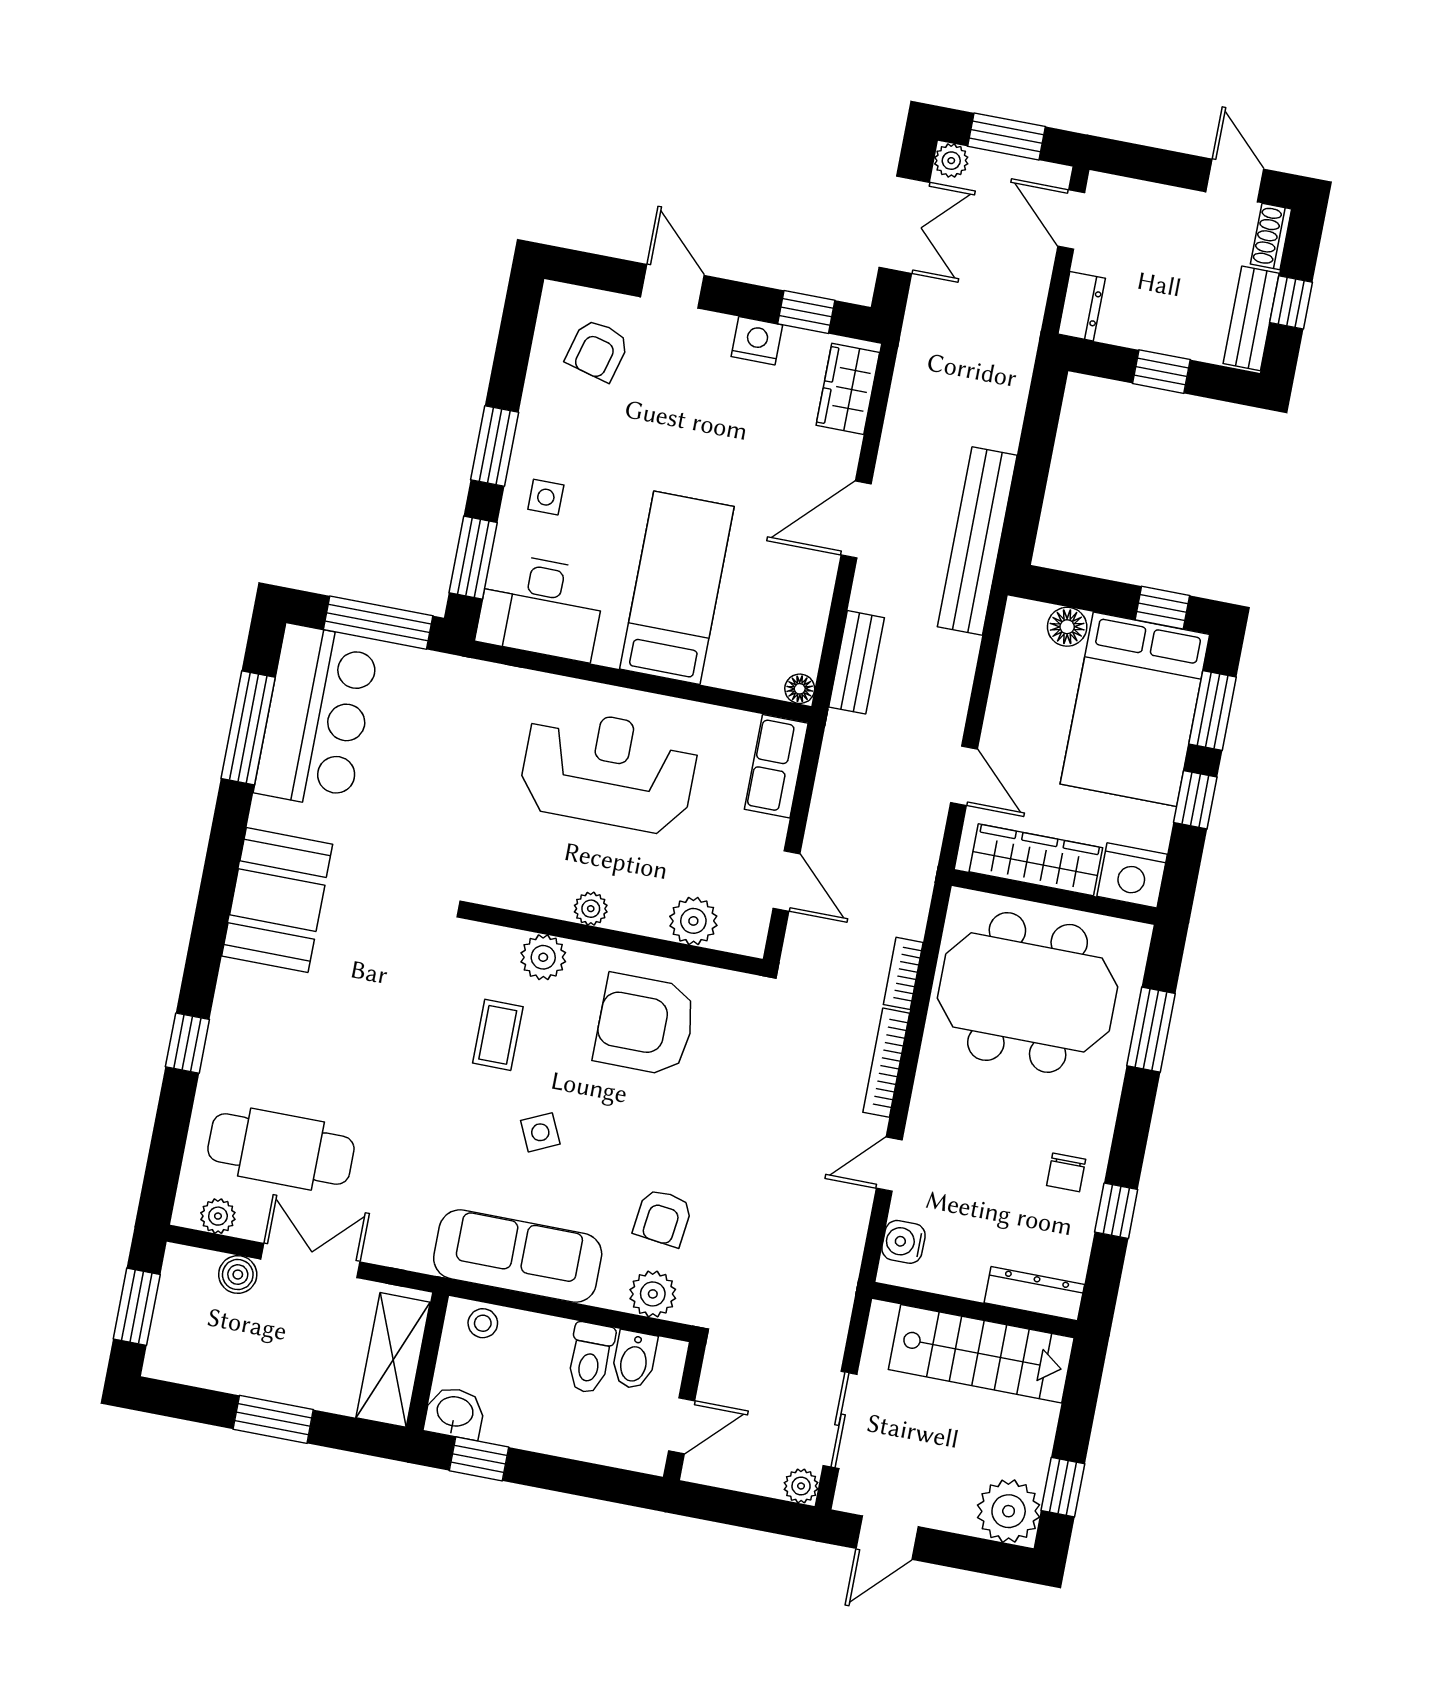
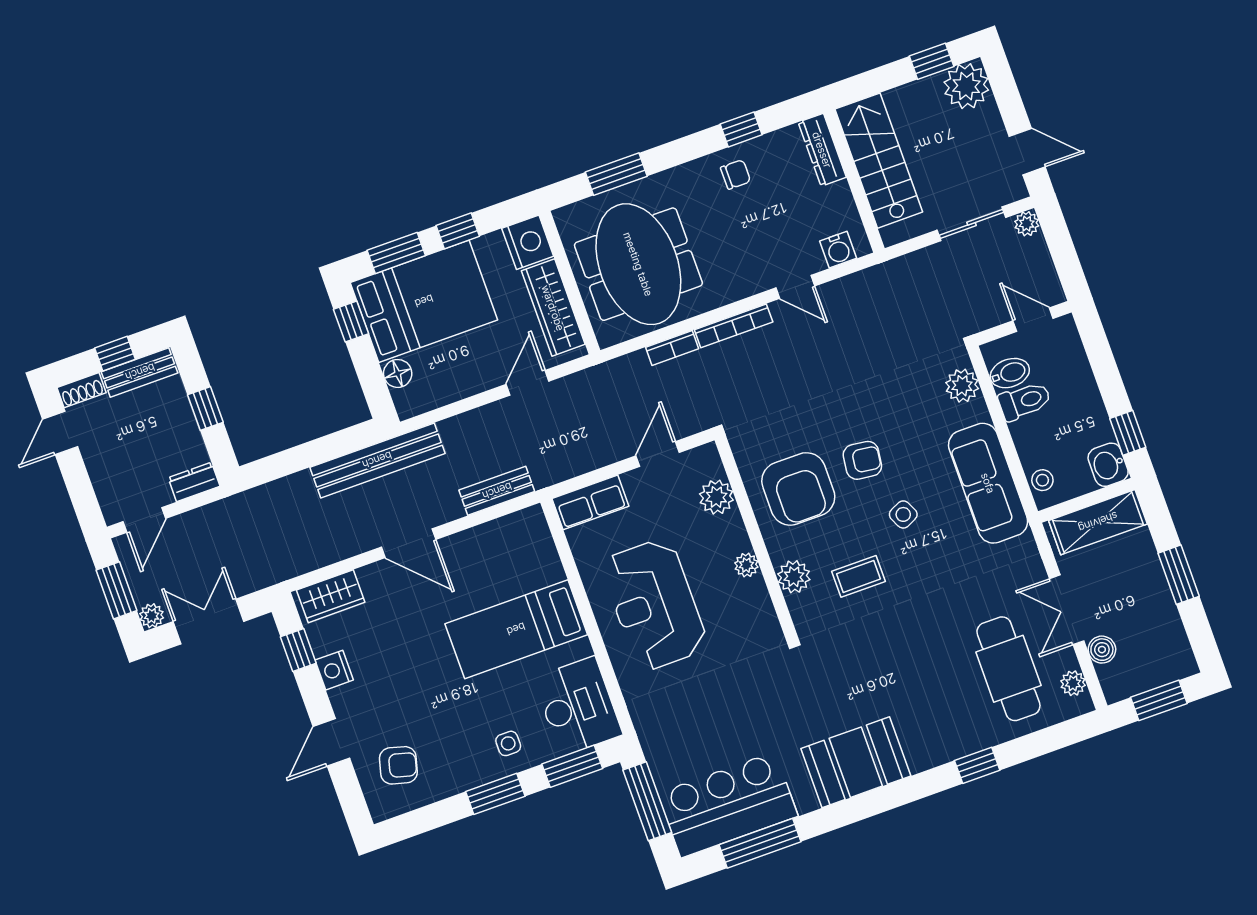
floor lamp: (800, 689) -> (534, 516), removed
armchair: (663, 1218) -> (862, 460), moved

